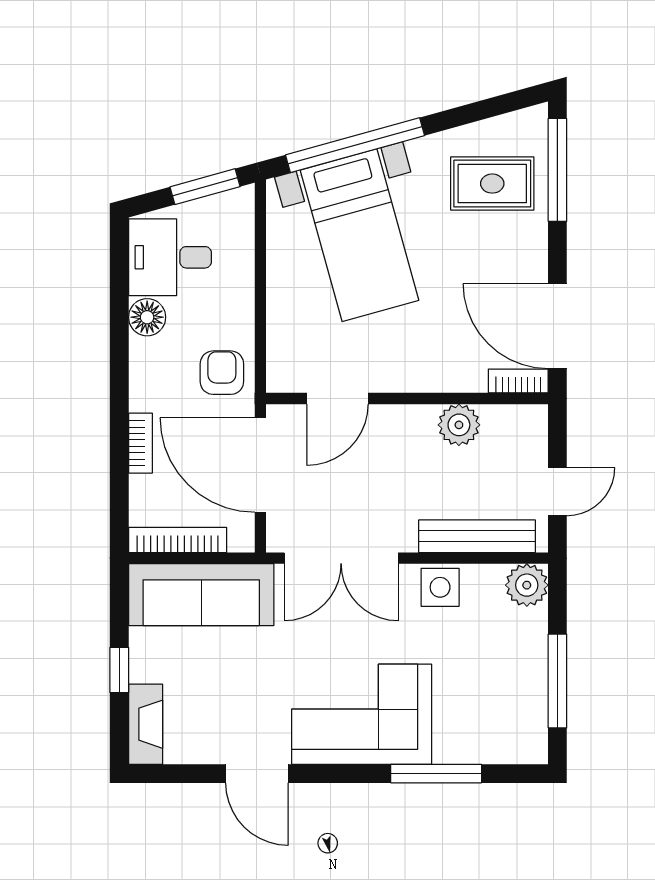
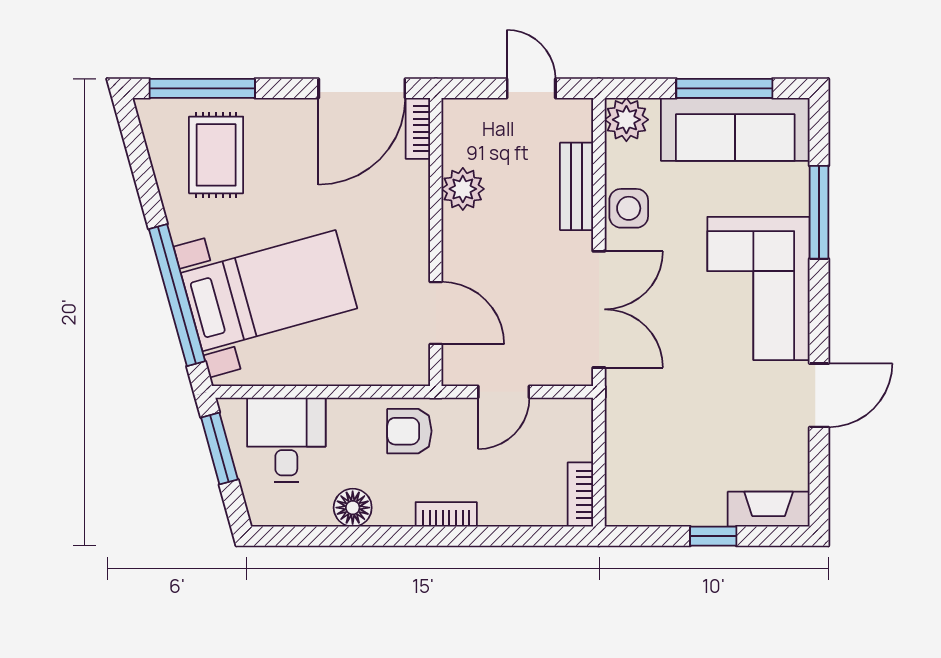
desk: (170, 257) -> (286, 440), moved, turned 180
bookcase: (141, 443) -> (446, 514), moved
door: (260, 465) -> (504, 392), width x0.53
bench: (477, 536) -> (577, 186), width x0.73
bookcase: (178, 540) -> (580, 495), width x0.64
sofa: (201, 595) -> (735, 129), moved, turned 90

